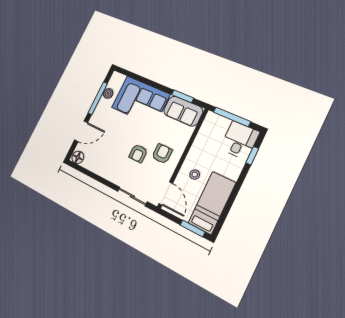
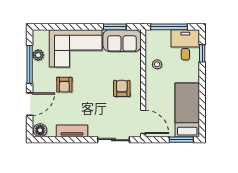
armchair: (138, 153) -> (64, 85), moved
tv unit: (102, 171) -> (72, 131), added
stool: (195, 175) -> (157, 64), moved

